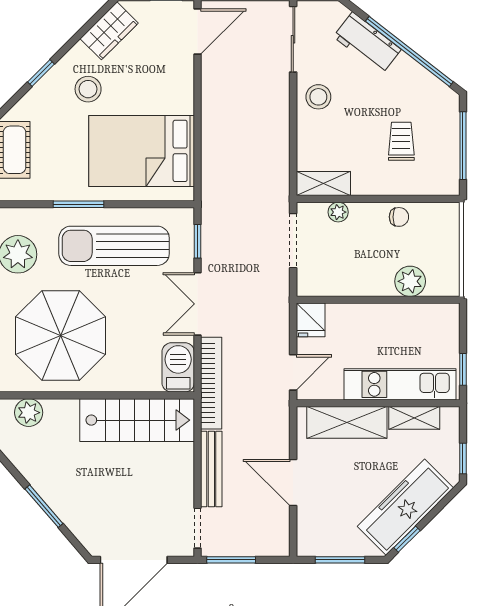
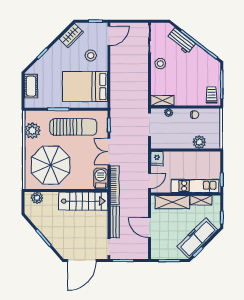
stool: (88, 89) -> (91, 56), moved
trolley: (401, 141) -> (212, 95), moved
sun lounger: (114, 246) -> (73, 127), turned 180

